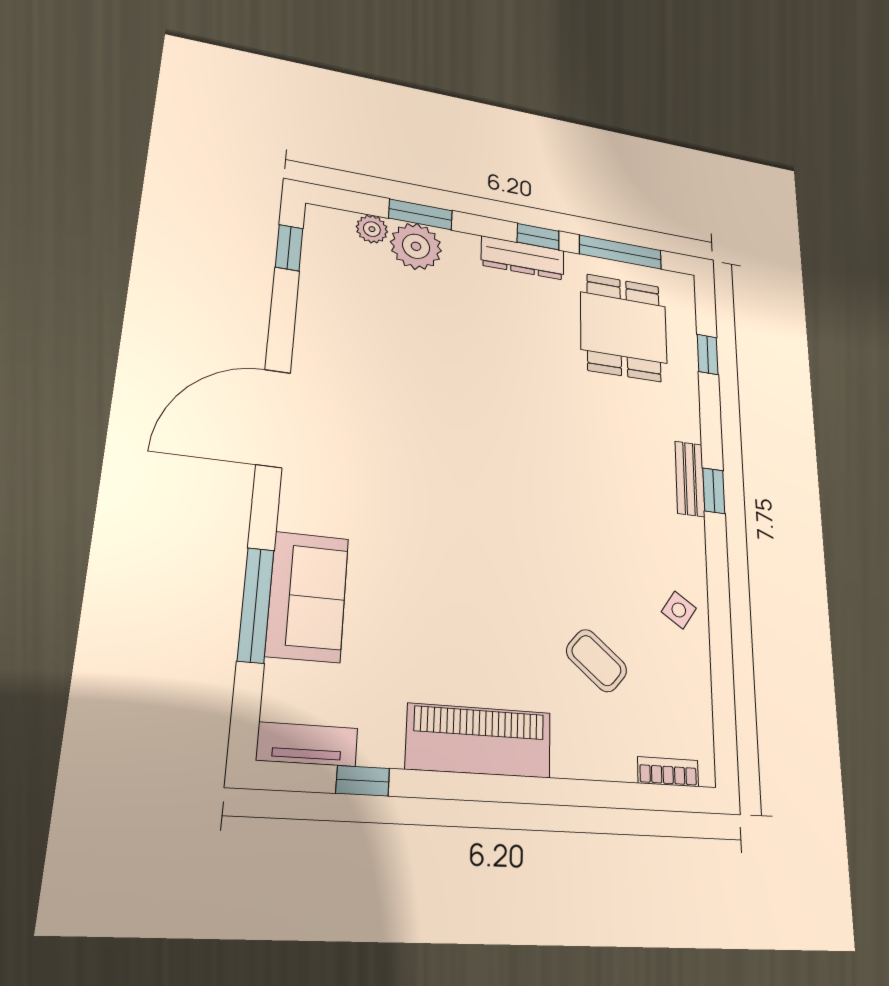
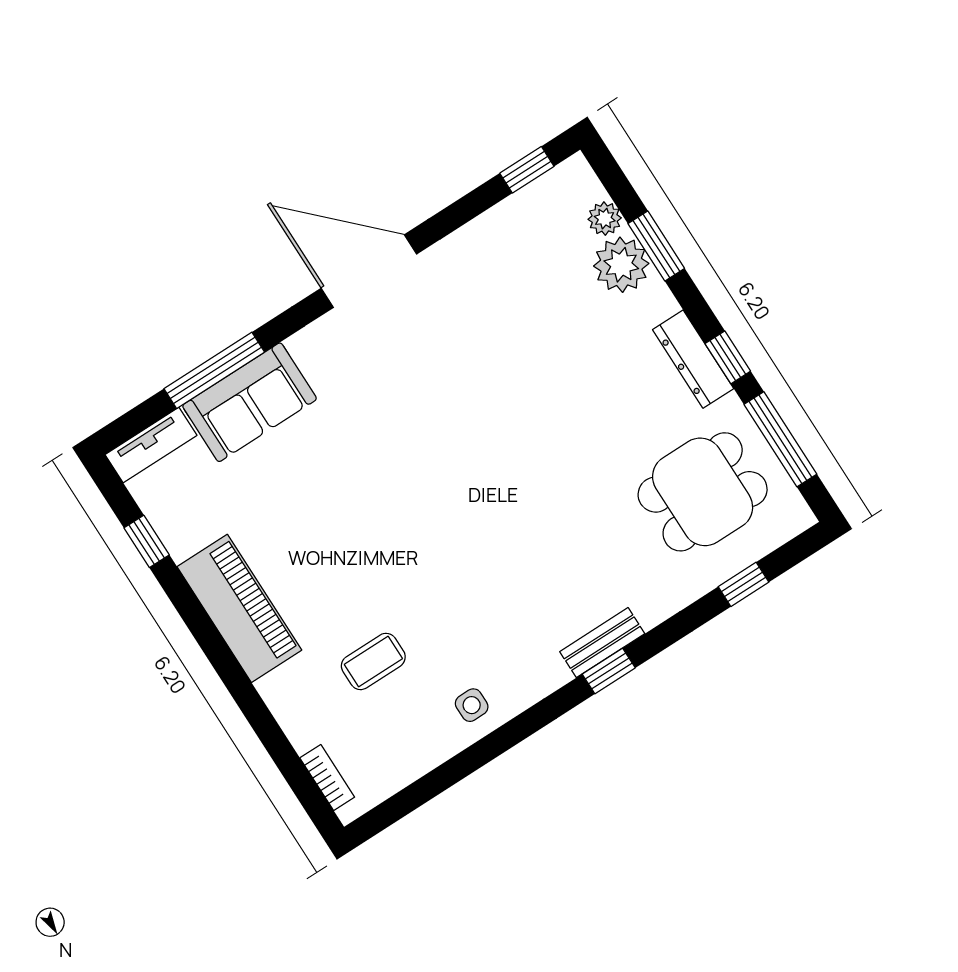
side table: (679, 610) -> (472, 705), turned -34
coffee table: (597, 661) -> (373, 661), turned 50
tv unit: (307, 744) -> (151, 445), moved, turned 90

